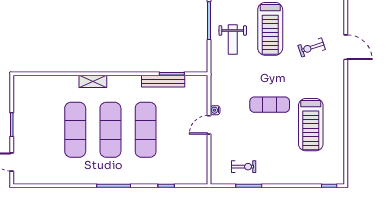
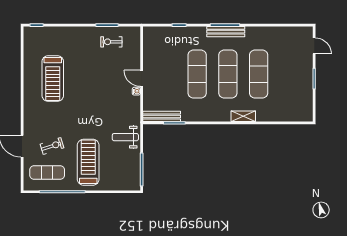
weight bench: (233, 39) -> (125, 137), moved, turned -90
bench: (163, 81) -> (162, 116), moved
exercise mat: (270, 105) -> (47, 172), moved
door: (209, 125) -> (142, 78), swing flipped
treadmill: (311, 125) -> (53, 79), turned 180
bench: (113, 178) -> (226, 32), added

